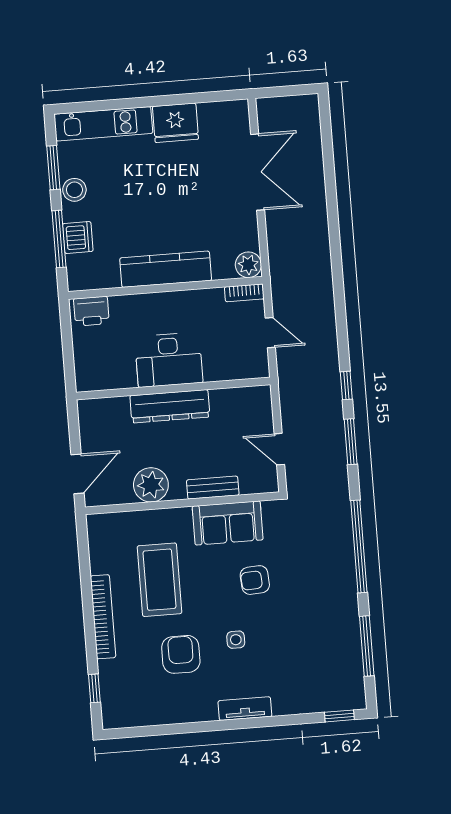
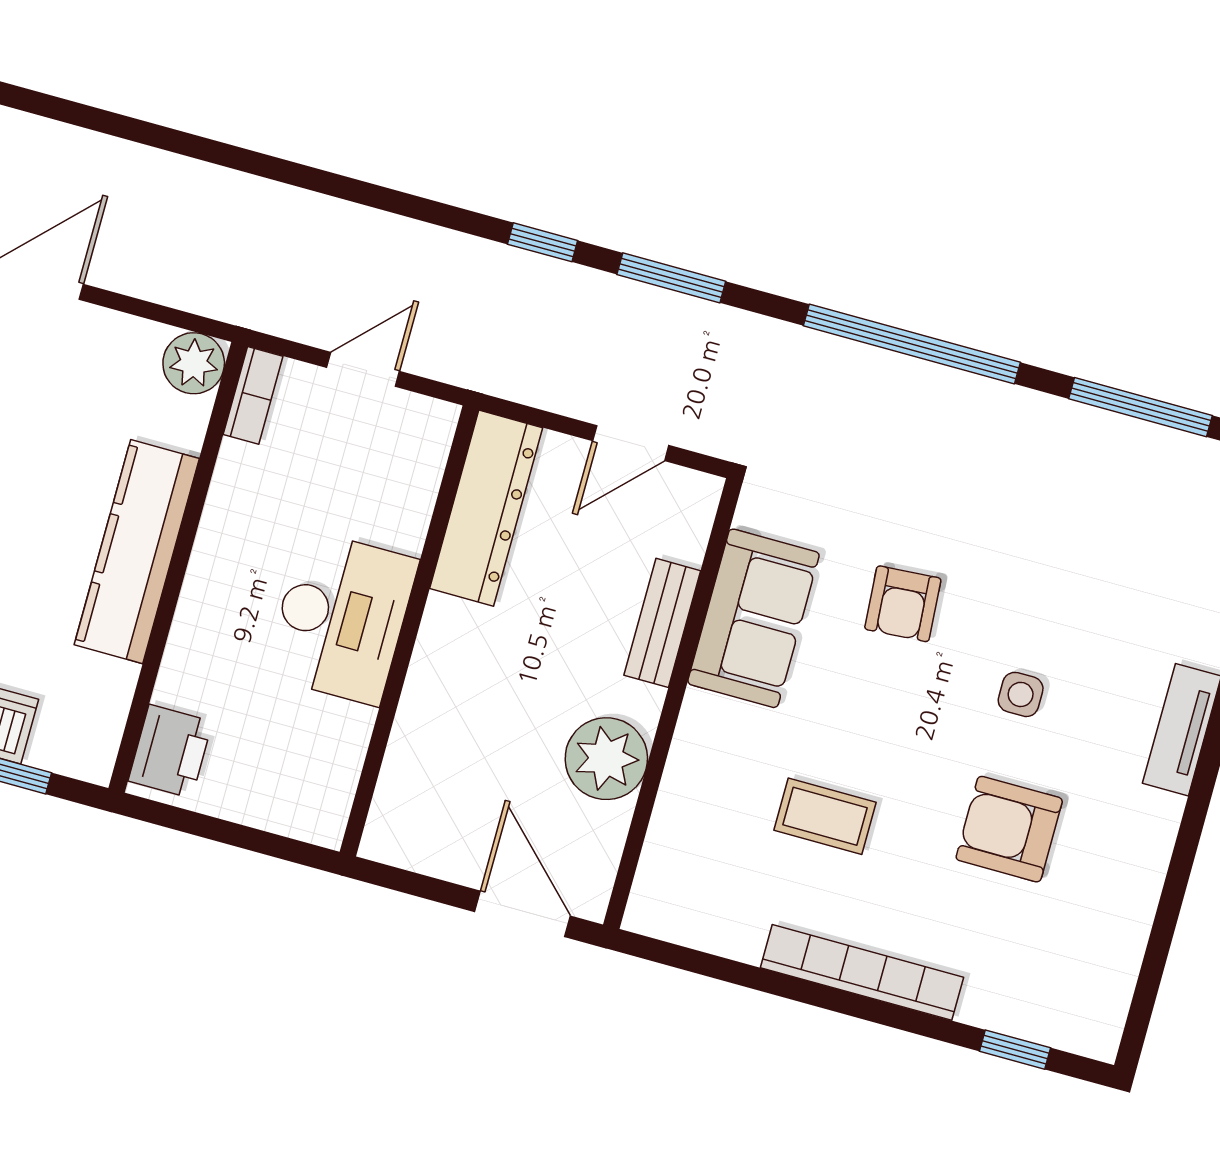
dresser: (170, 406) -> (486, 508), moved
coffee table: (160, 580) -> (825, 816), width x0.54, depth x0.58

